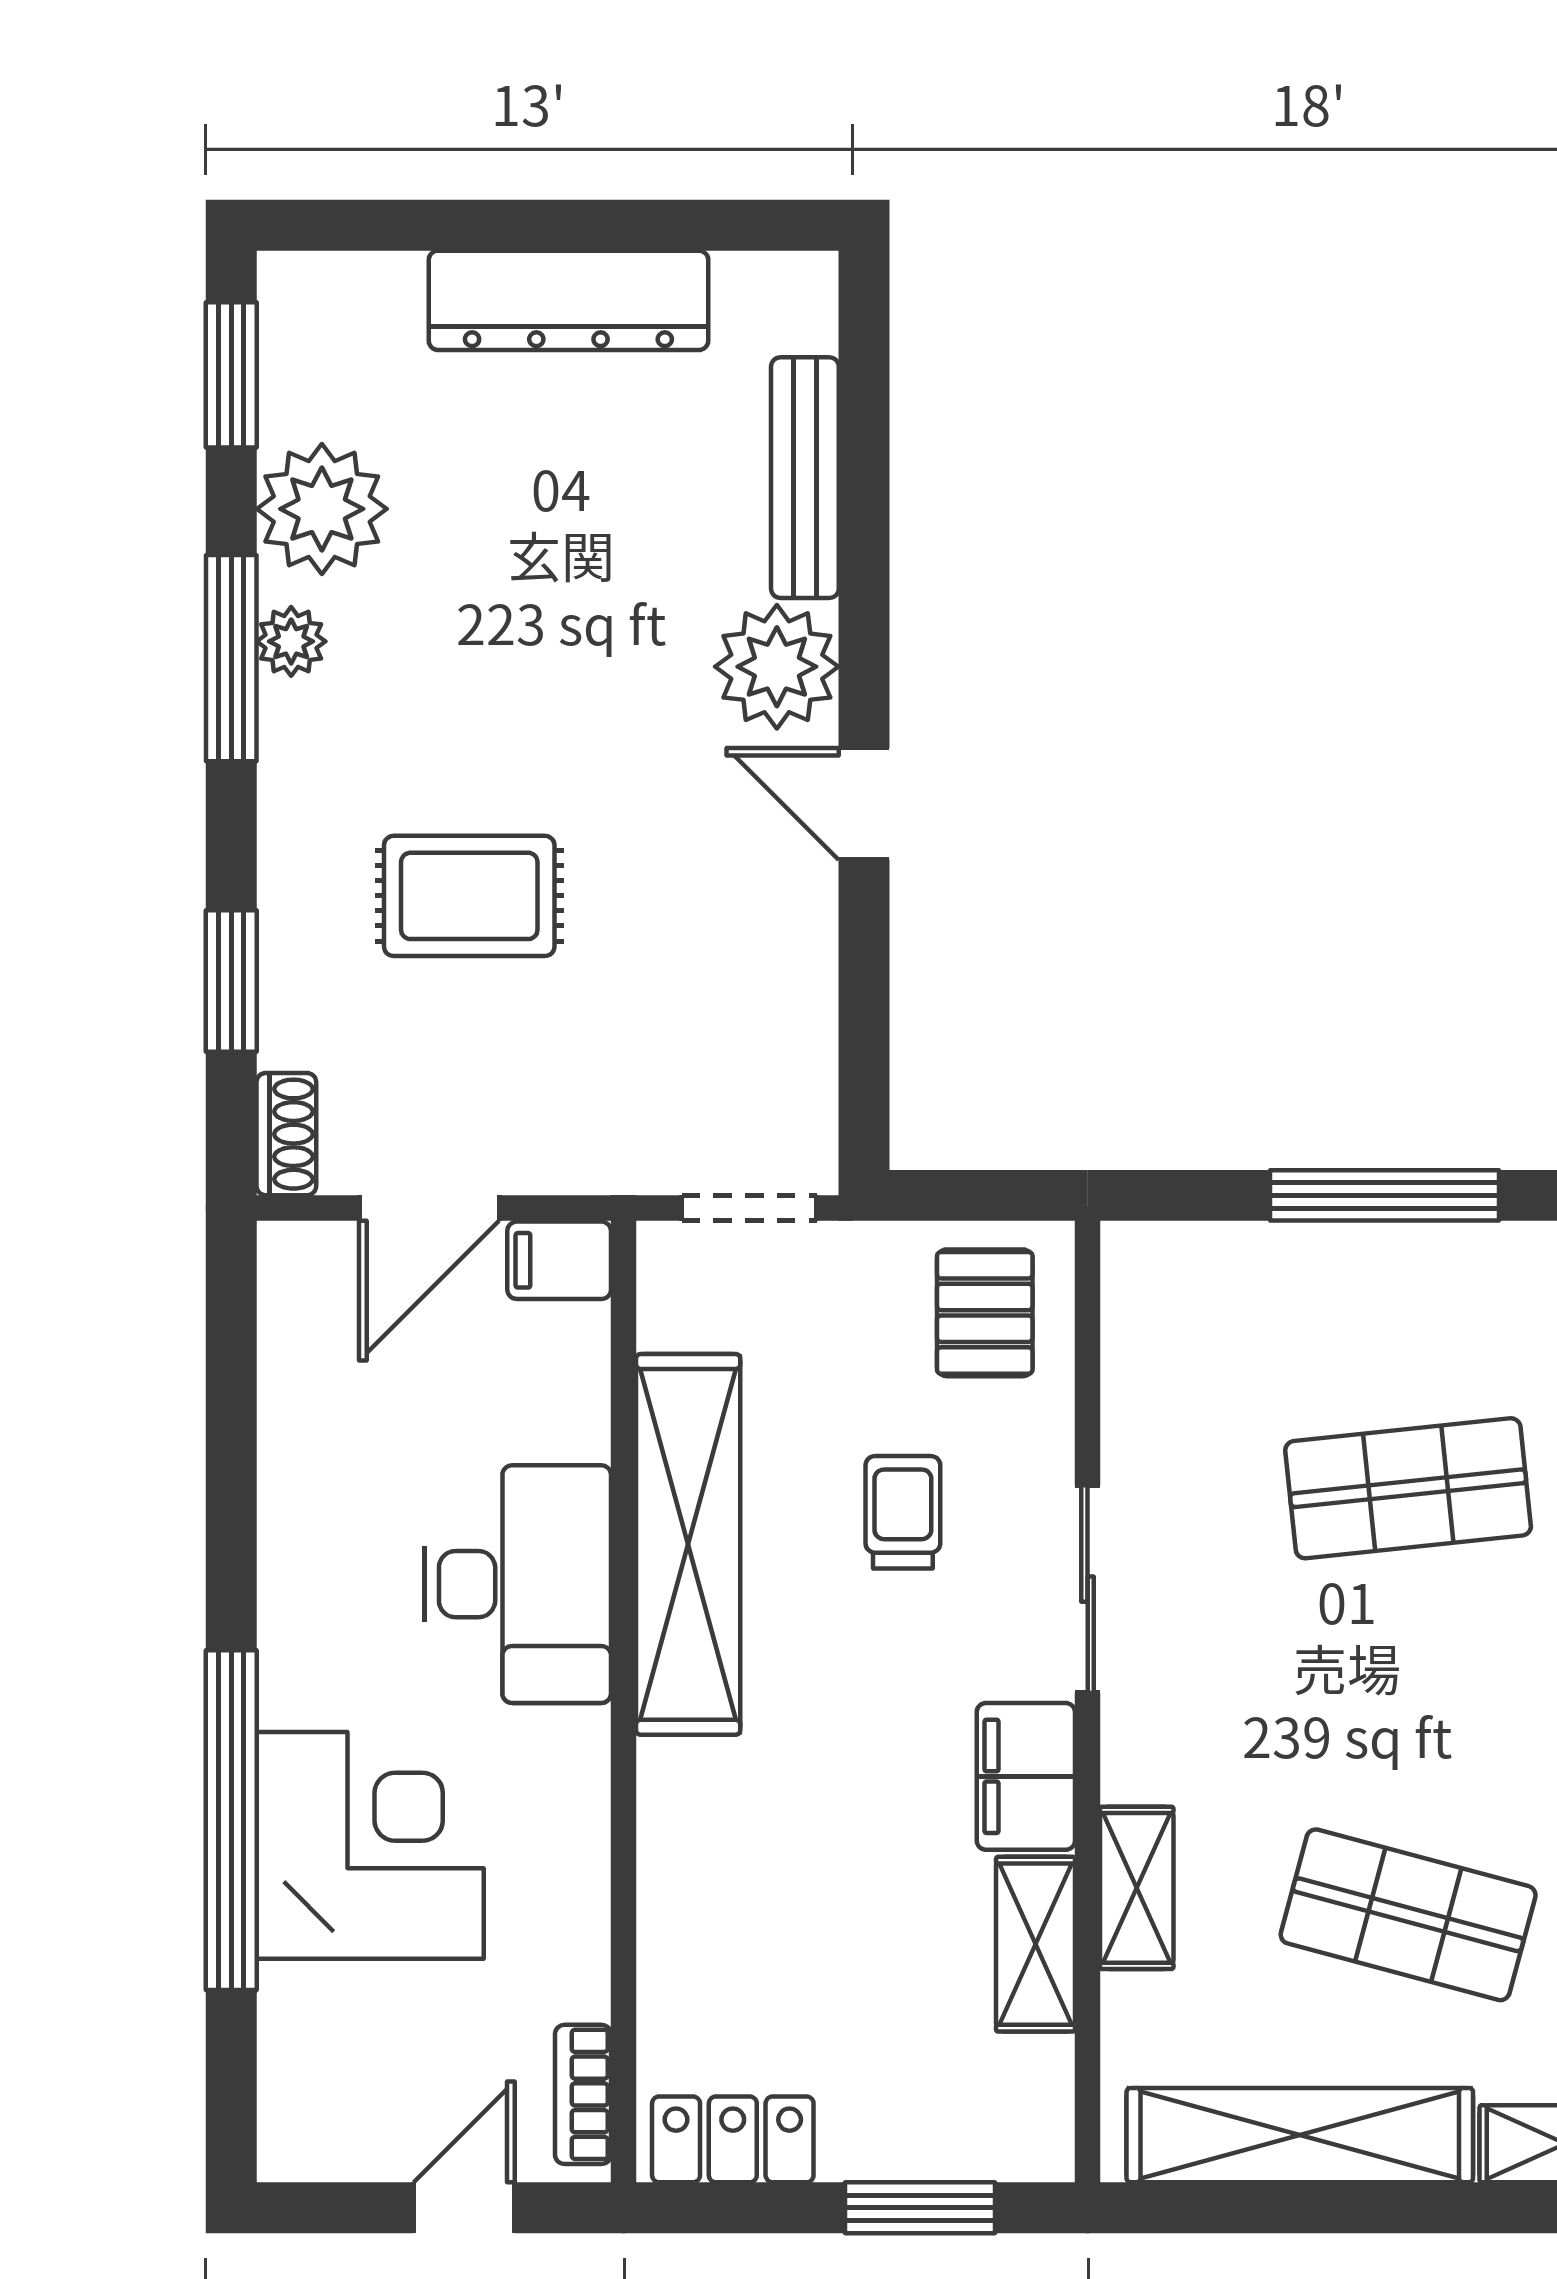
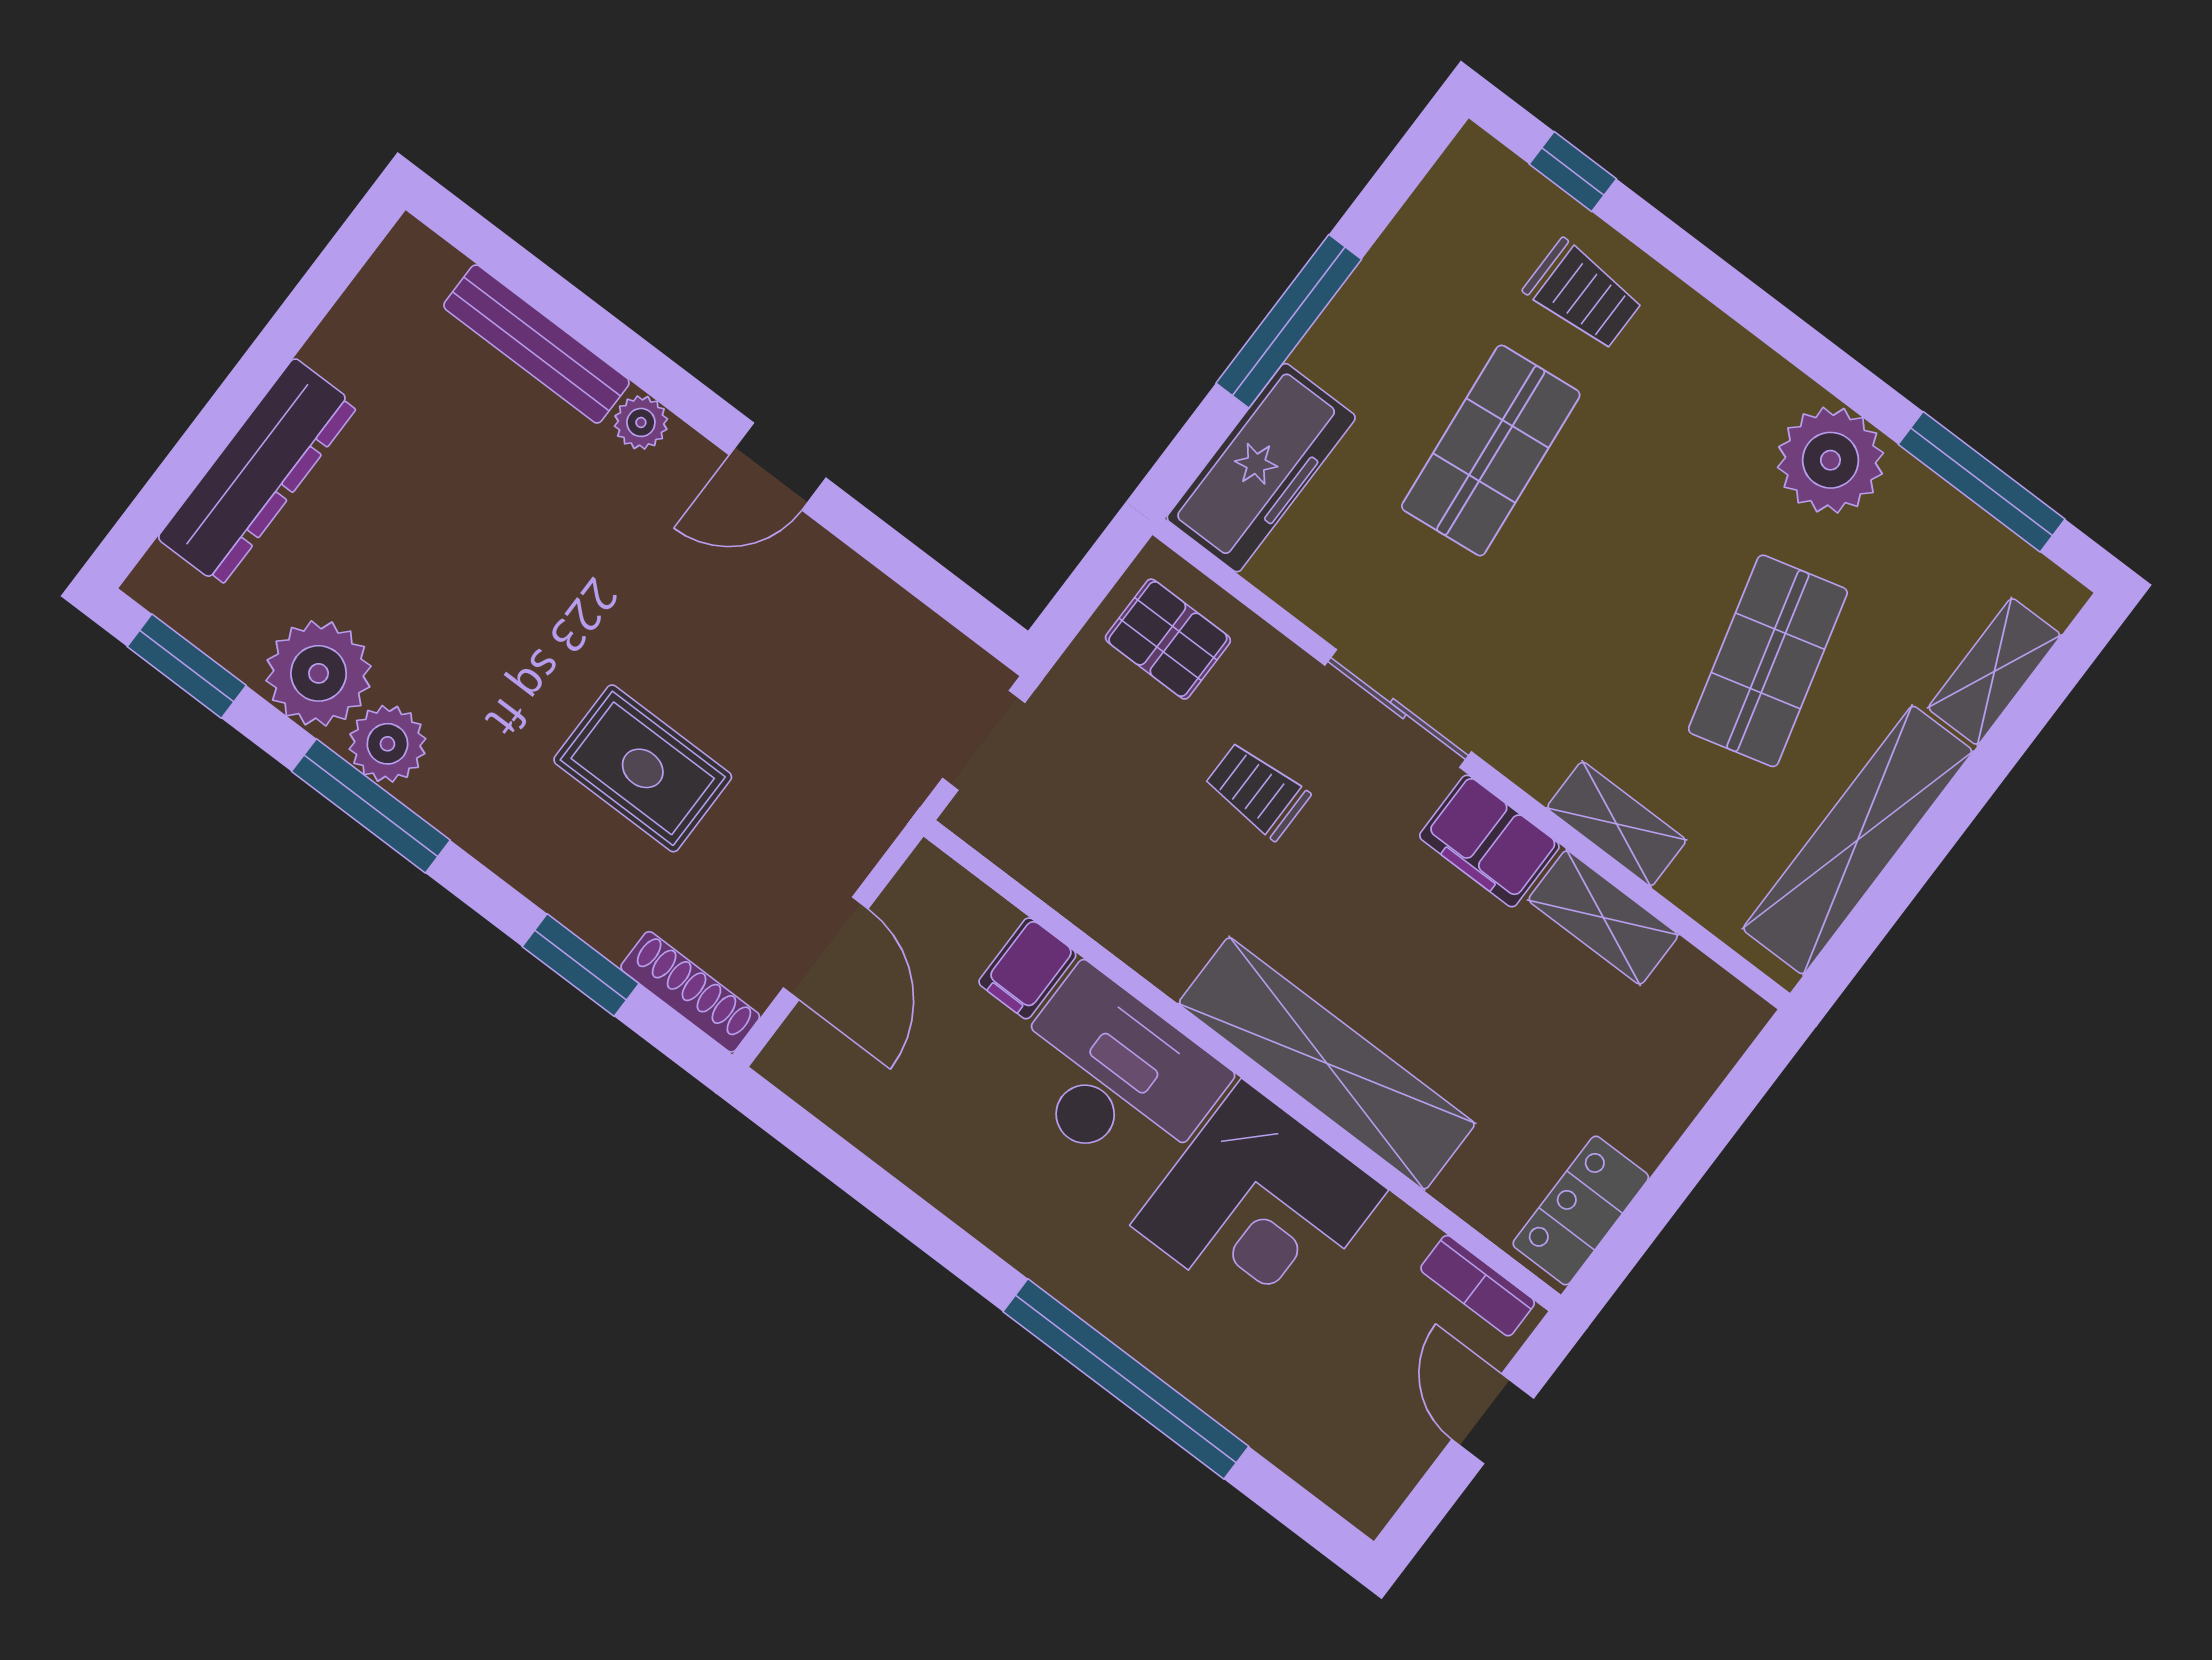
dresser: (568, 300) -> (258, 472), moved
plant: (291, 641) -> (387, 744), width x1.38, depth x1.38
plant: (777, 667) -> (641, 422), width x0.53, depth x0.53
rug: (469, 896) -> (643, 768), turned 90
shoe rack: (286, 1134) -> (690, 992), width x1.43
filing cabinet: (559, 1260) -> (1027, 968), moved
freezer: (1221, 1277) -> (1261, 468), added
shelving: (688, 1544) -> (1327, 1063), moved
corner desk: (370, 1845) -> (1259, 1208), moved, turned 180
shop shelf: (1408, 1915) -> (1768, 661), turned -30
window: (920, 2208) -> (1717, 1123), removed

